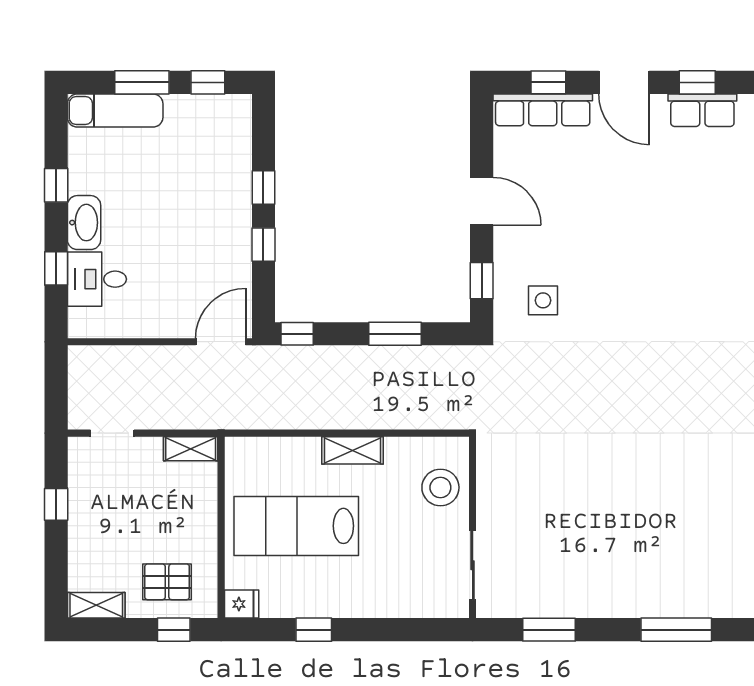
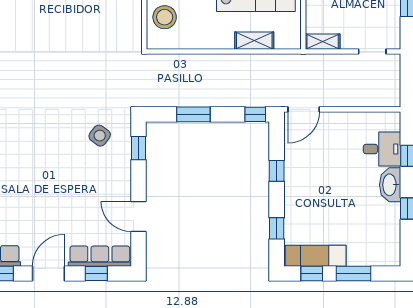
door: (624, 82) -> (48, 273), hinge flipped
exam couch: (115, 111) -> (316, 256), moved
window: (263, 188) -> (277, 228), moved
door: (482, 201) -> (138, 217), moved
side table: (543, 300) -> (100, 136), turned 37
shelving: (353, 450) -> (254, 41), moved

